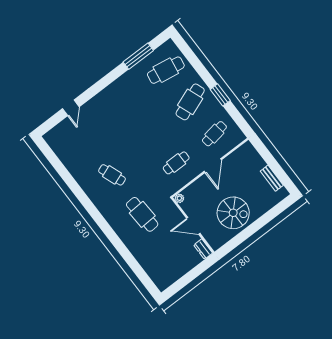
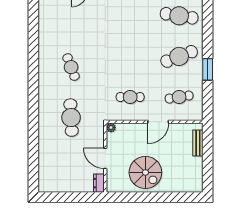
bench: (272, 178) -> (198, 143), moved

